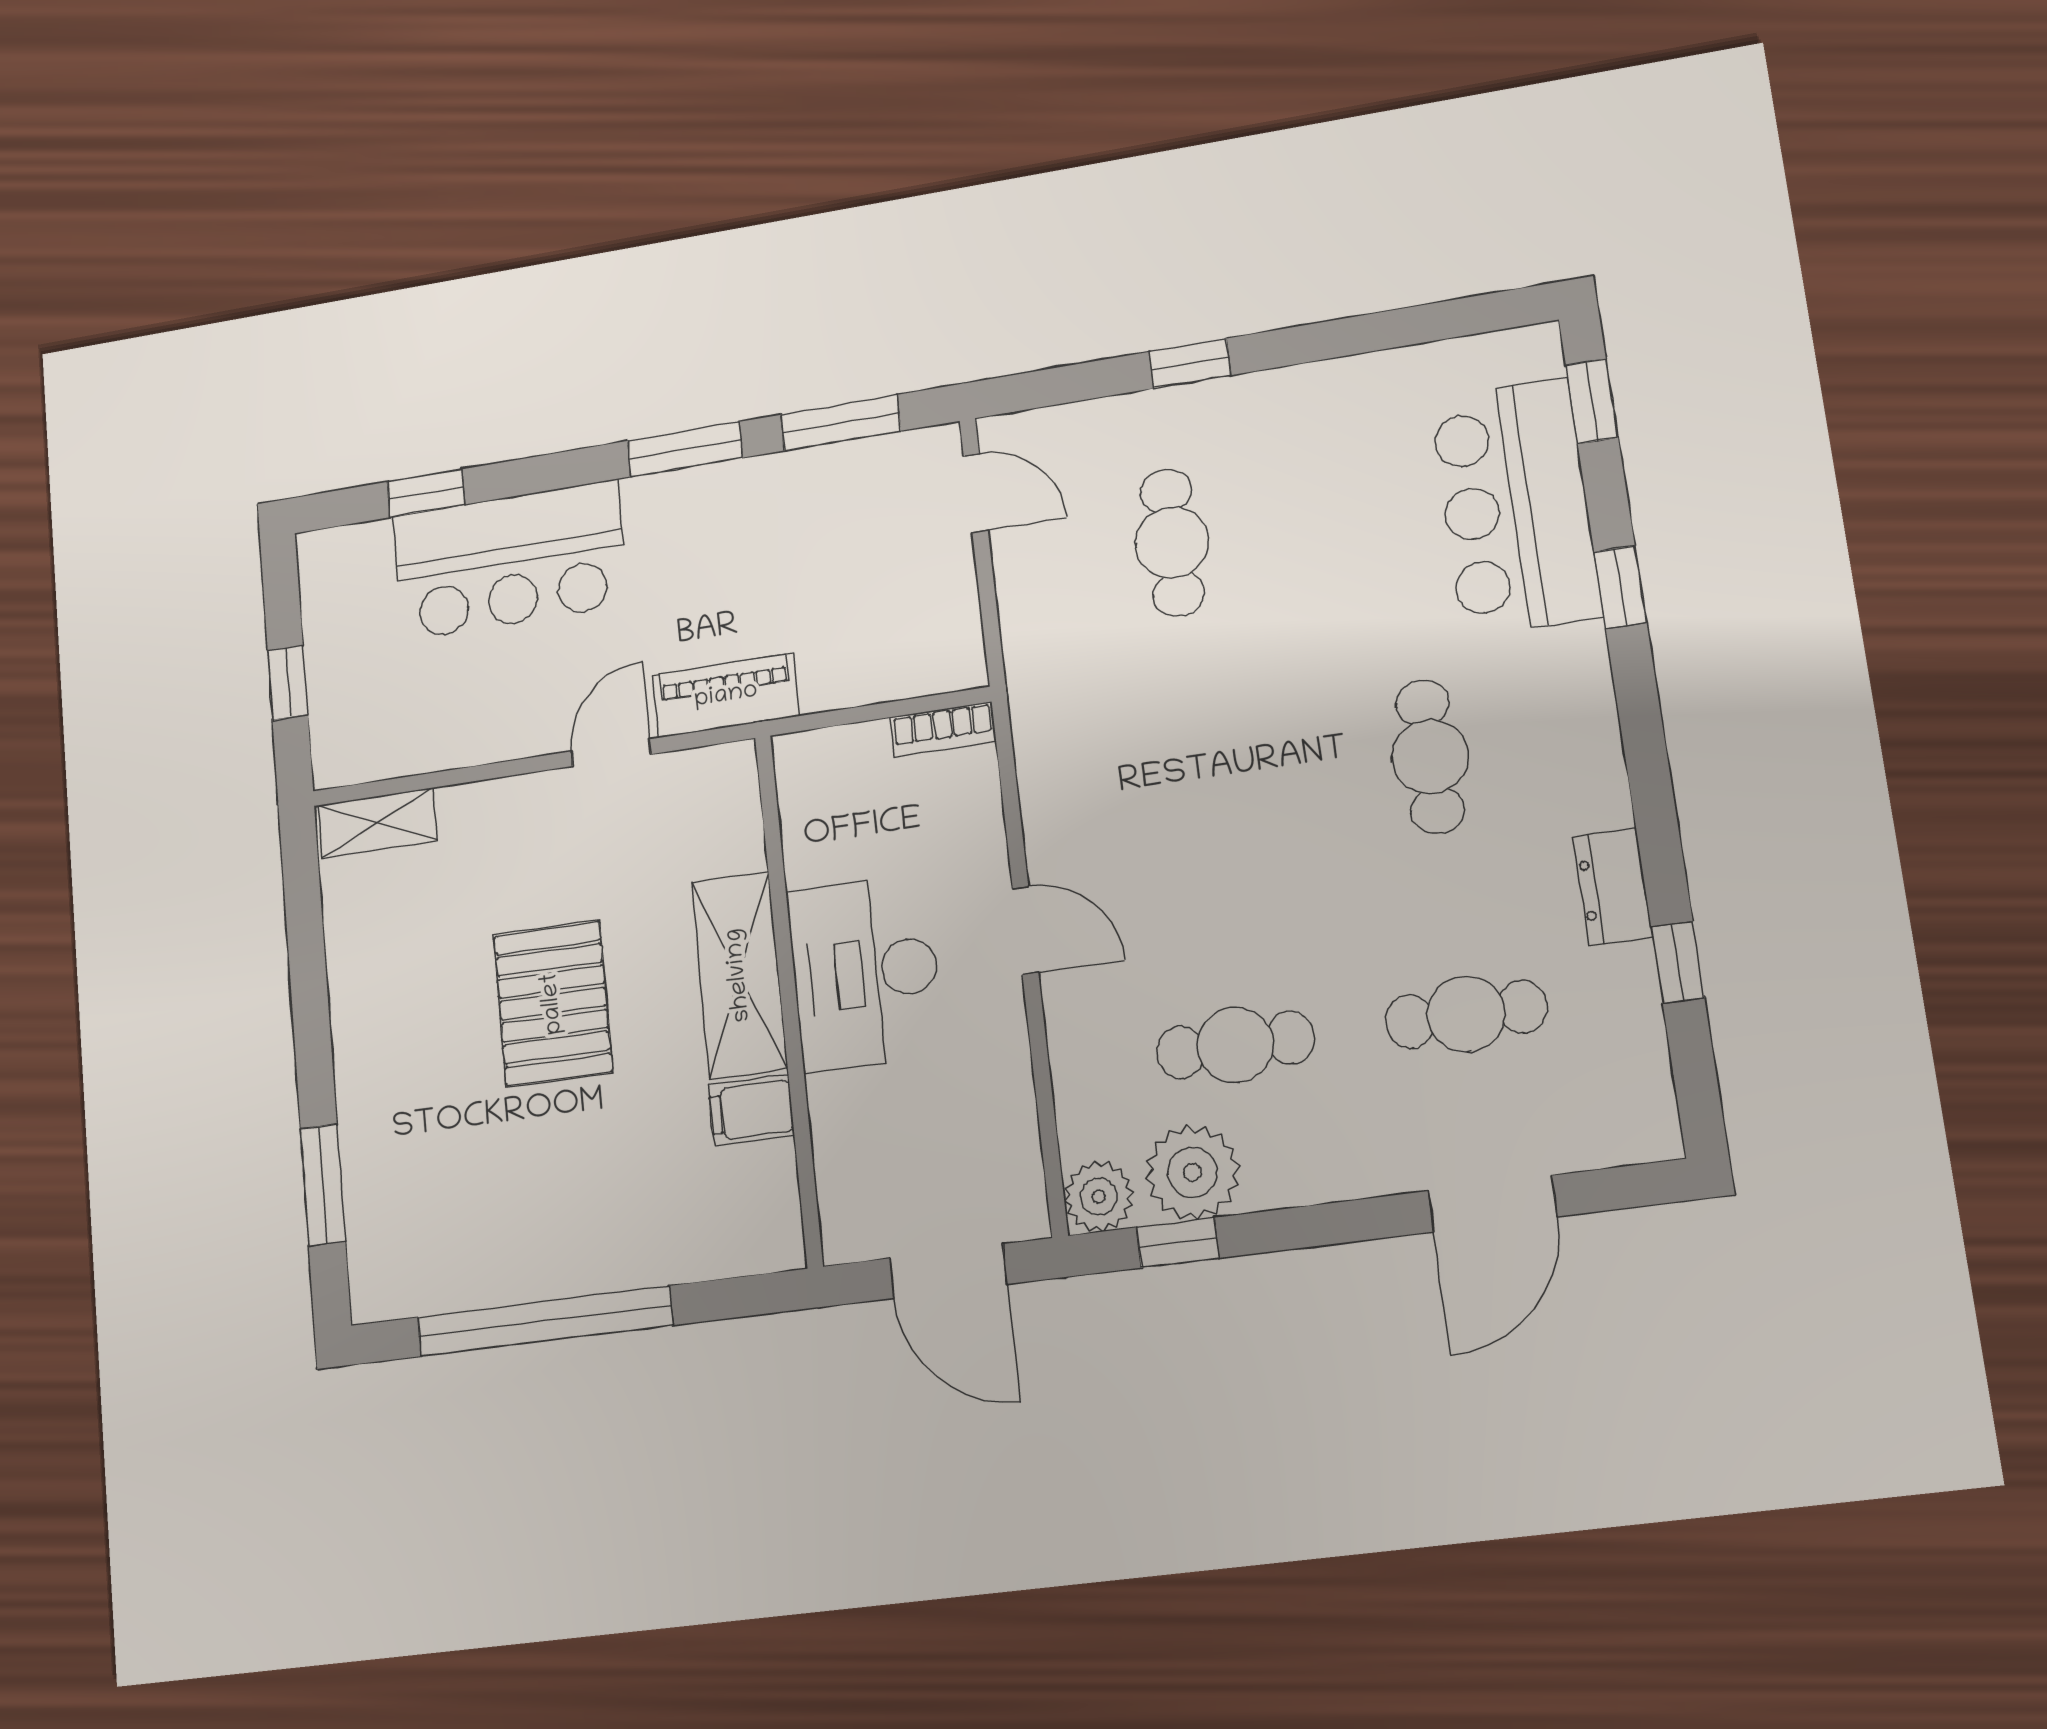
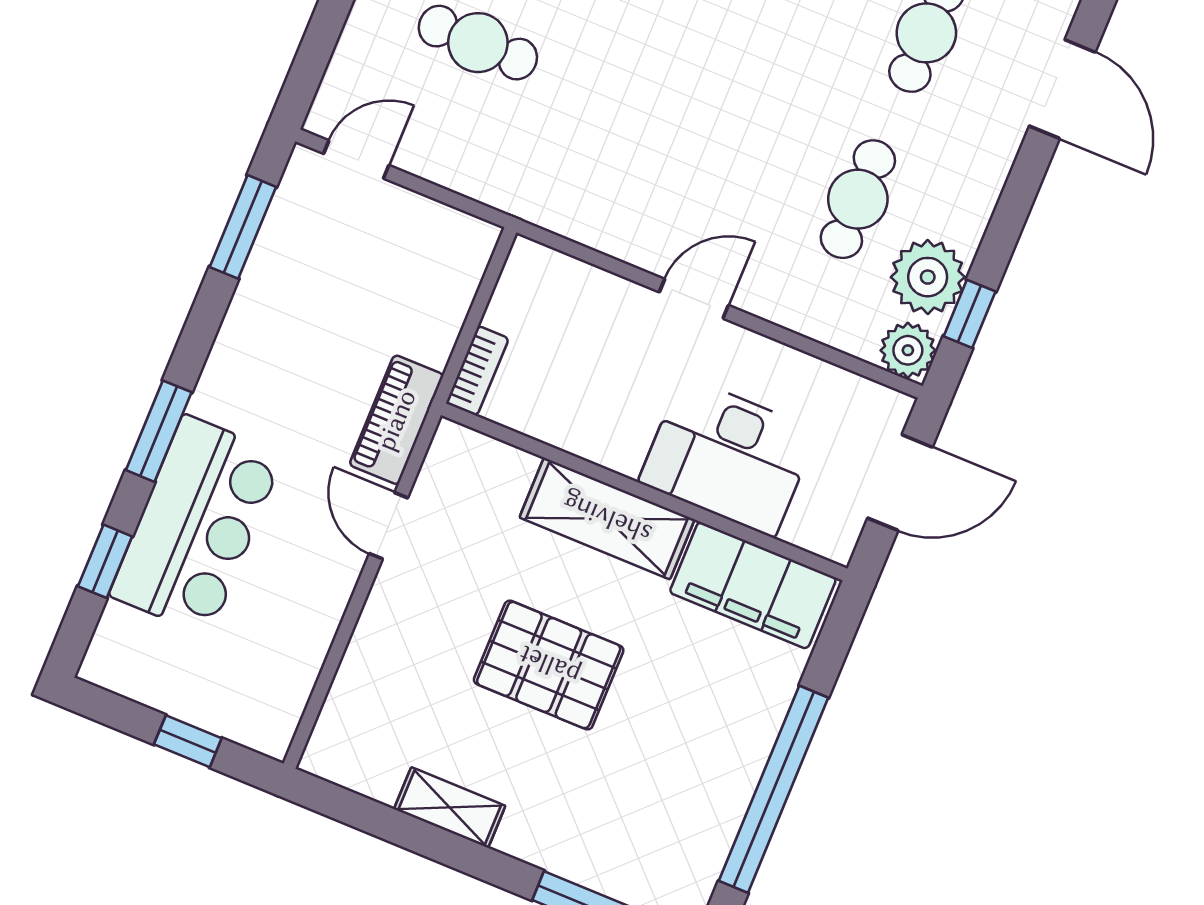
window: (685, 449) -> (159, 431), moved
bookcase: (943, 730) -> (477, 371), moved
shelving: (378, 823) -> (450, 808), moved, turned 90
desk: (865, 973) -> (728, 457), moved
filing cabinet: (751, 1110) -> (753, 585), width x3.00, depth x1.17

